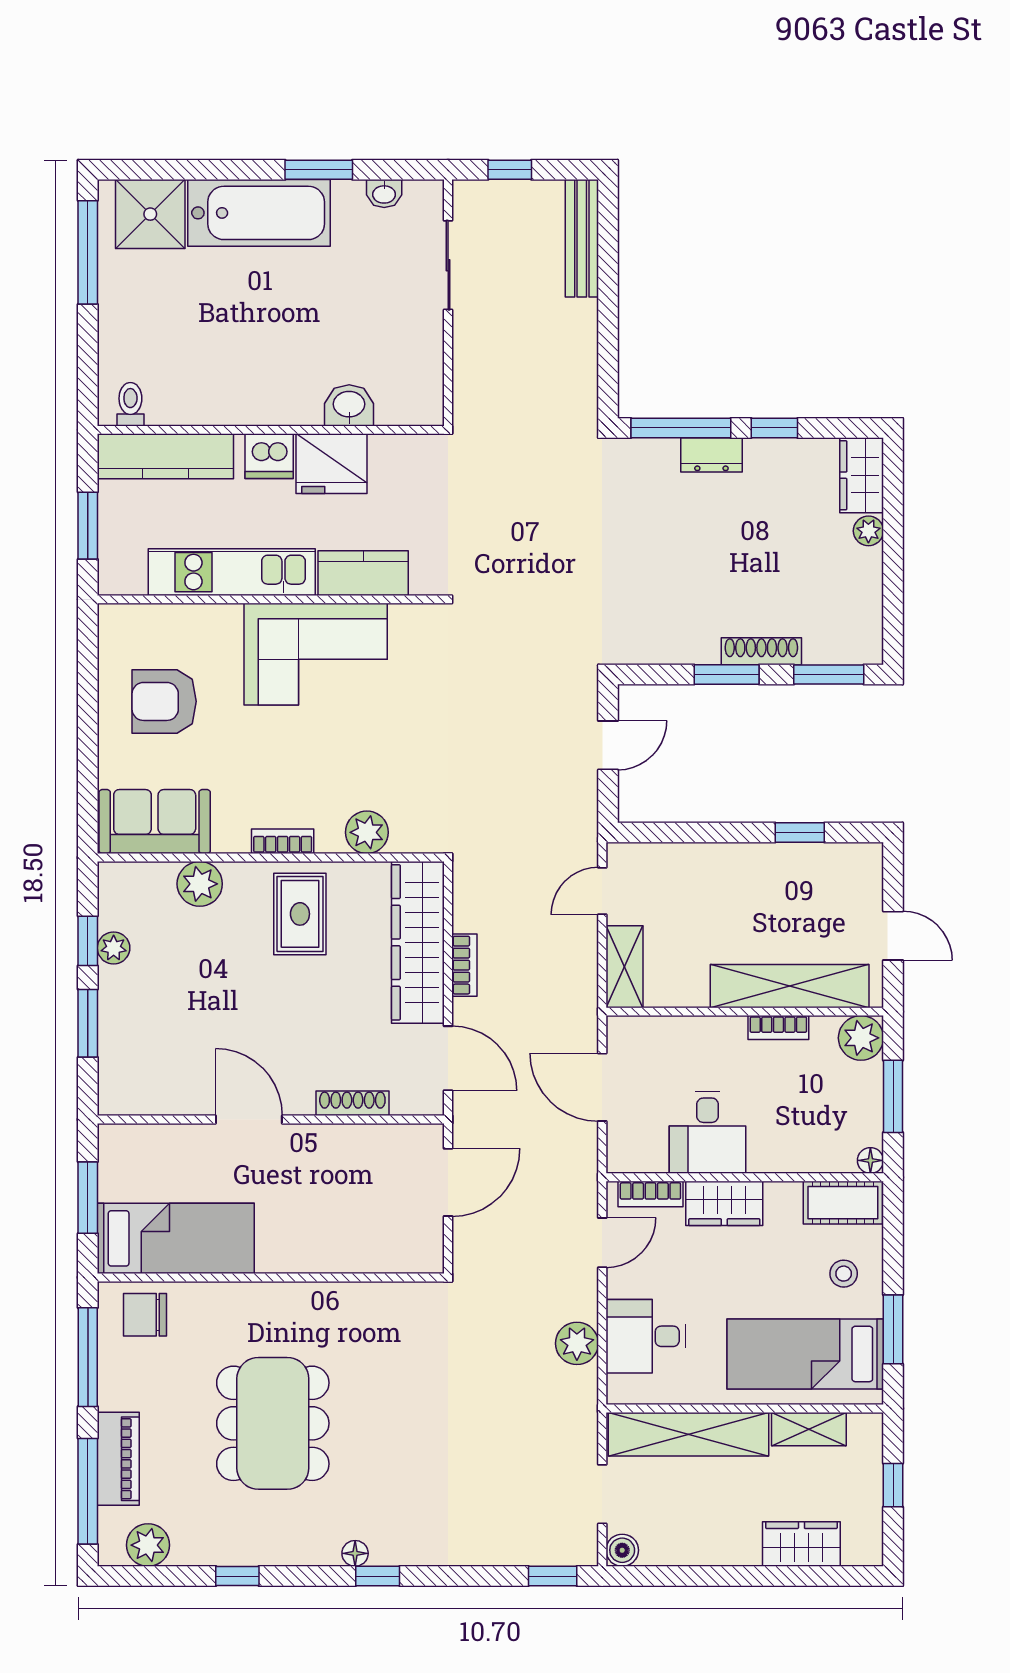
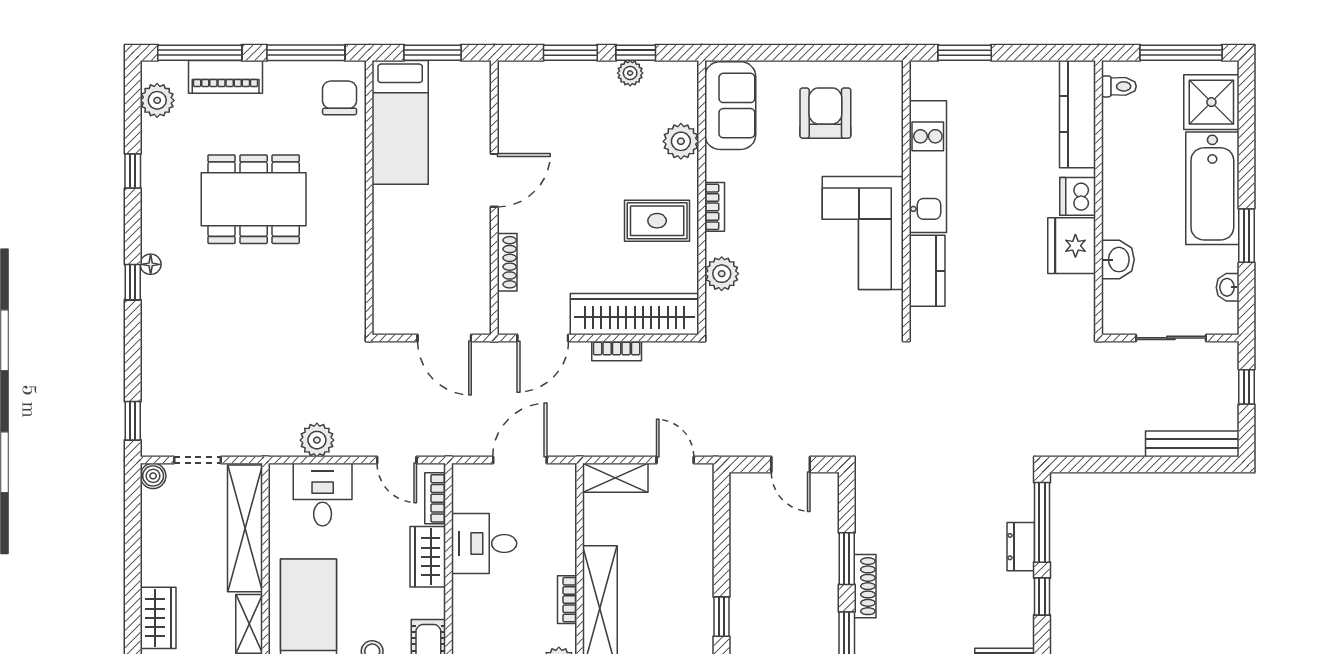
toilet: (130, 404) -> (1119, 86), moved
washbasin: (349, 405) -> (1118, 260), moved
wall: (271, 430) -> (1098, 198), moved
kitchen counter: (165, 456) -> (1077, 114), moved
dishwasher: (269, 456) -> (1078, 196), moved
fridge: (332, 464) -> (1072, 246), moved

